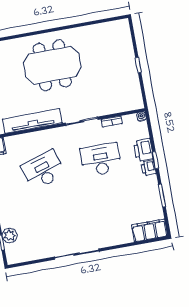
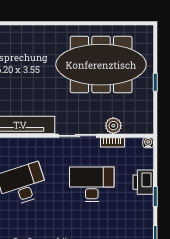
meeting table: (52, 65) -> (101, 65), moved, width x1.36
plant: (110, 107) -> (113, 126), added
printer: (149, 168) -> (146, 204), removed

